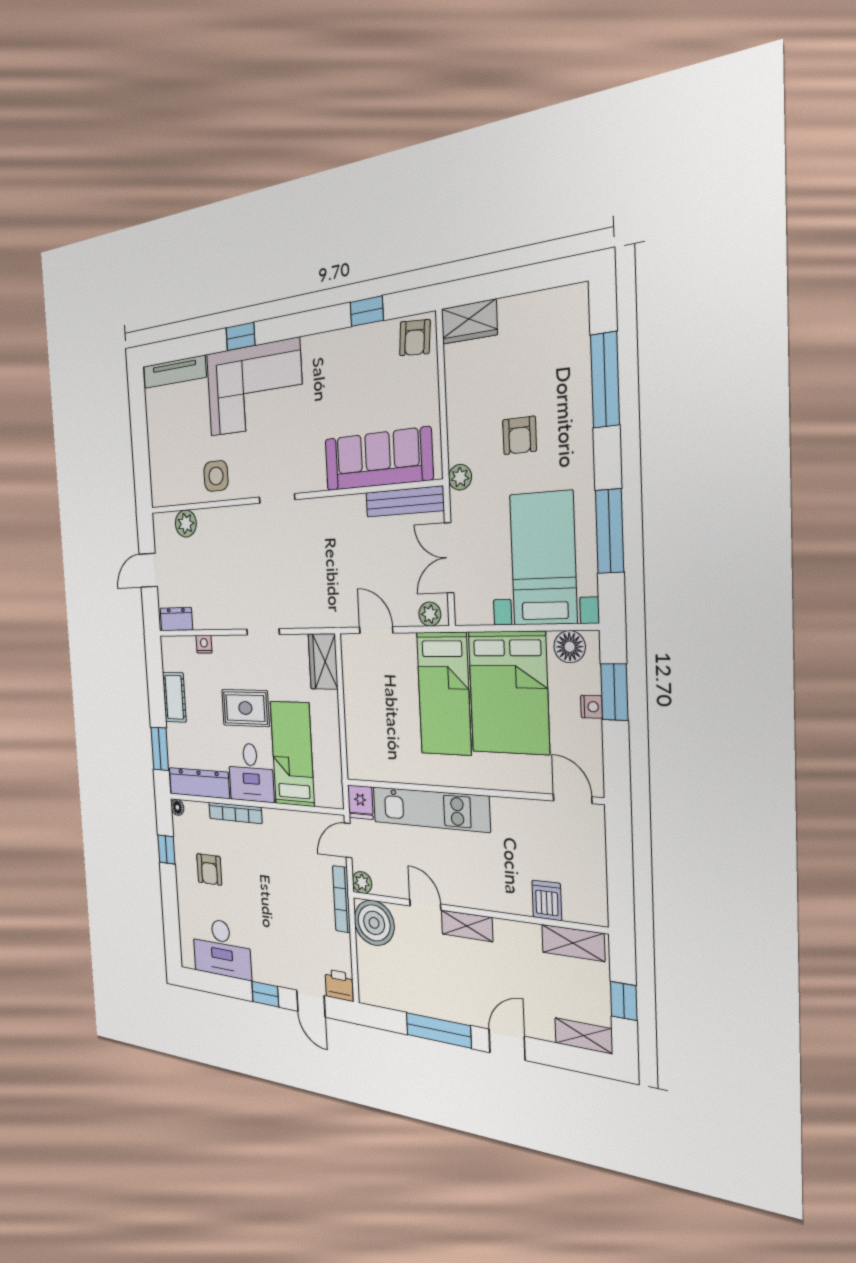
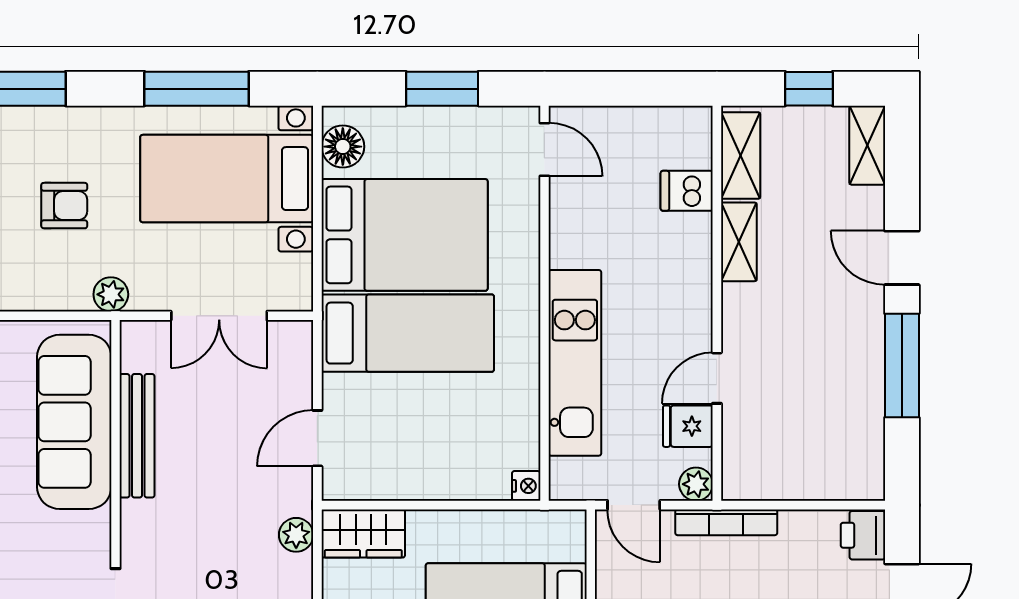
bench: (405, 502) -> (137, 436), moved
plant: (430, 614) -> (296, 535), moved
window: (614, 692) -> (442, 89), moved
nightstand: (591, 707) -> (526, 486), moved, turned 90
door: (573, 799) -> (544, 149), swing flipped
fridge: (360, 802) -> (688, 426), moved, turned 180
boiler: (374, 923) -> (756, 466), removed
shelving: (467, 926) -> (739, 242), moved

